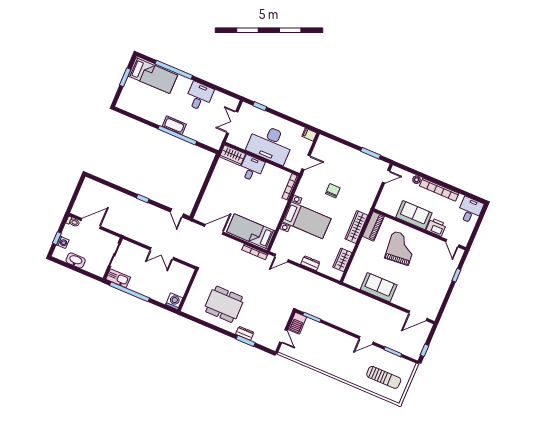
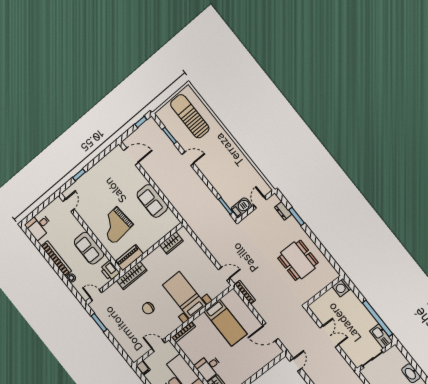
wardrobe: (356, 227) -> (132, 276), moved
printer: (436, 227) -> (110, 271), moved
bed: (251, 231) -> (226, 323), moved
dresser: (310, 263) -> (201, 255), removed
dresser: (245, 333) -> (283, 211), moved
sun lounger: (384, 377) -> (190, 116), width x1.36, depth x1.34

